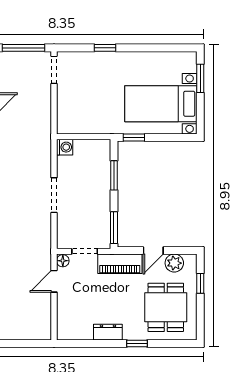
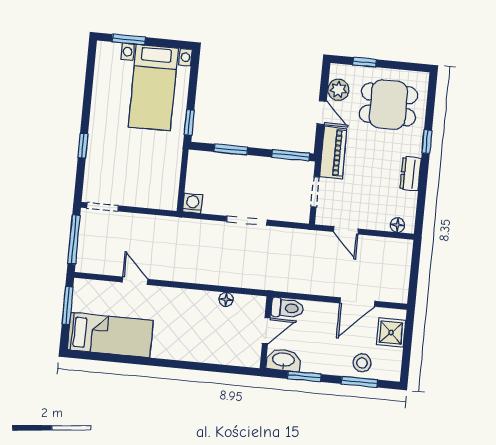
floor lamp: (63, 261) -> (398, 225), moved

